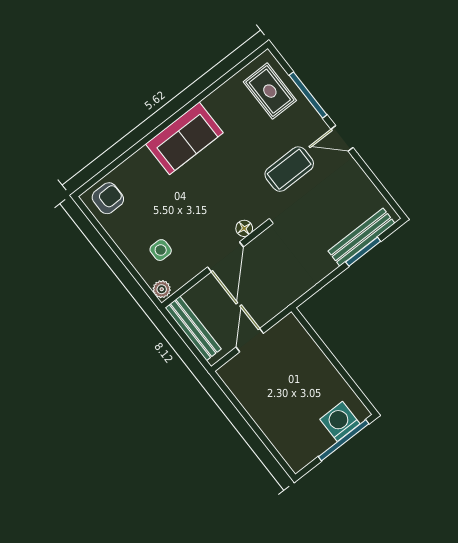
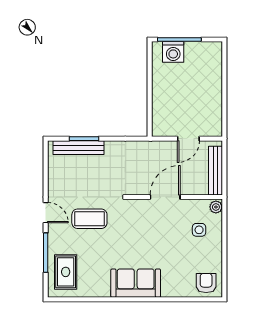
armchair: (108, 198) -> (206, 283), turned 90
floor lamp: (244, 228) -> (142, 205), removed

